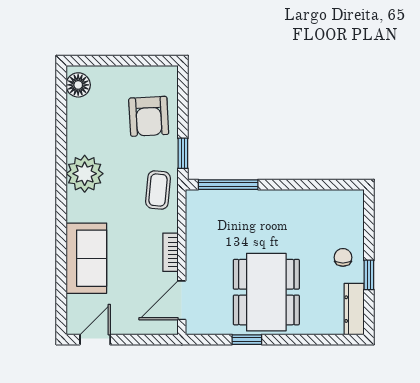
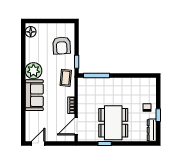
sofa: (86, 258) -> (34, 95), moved

